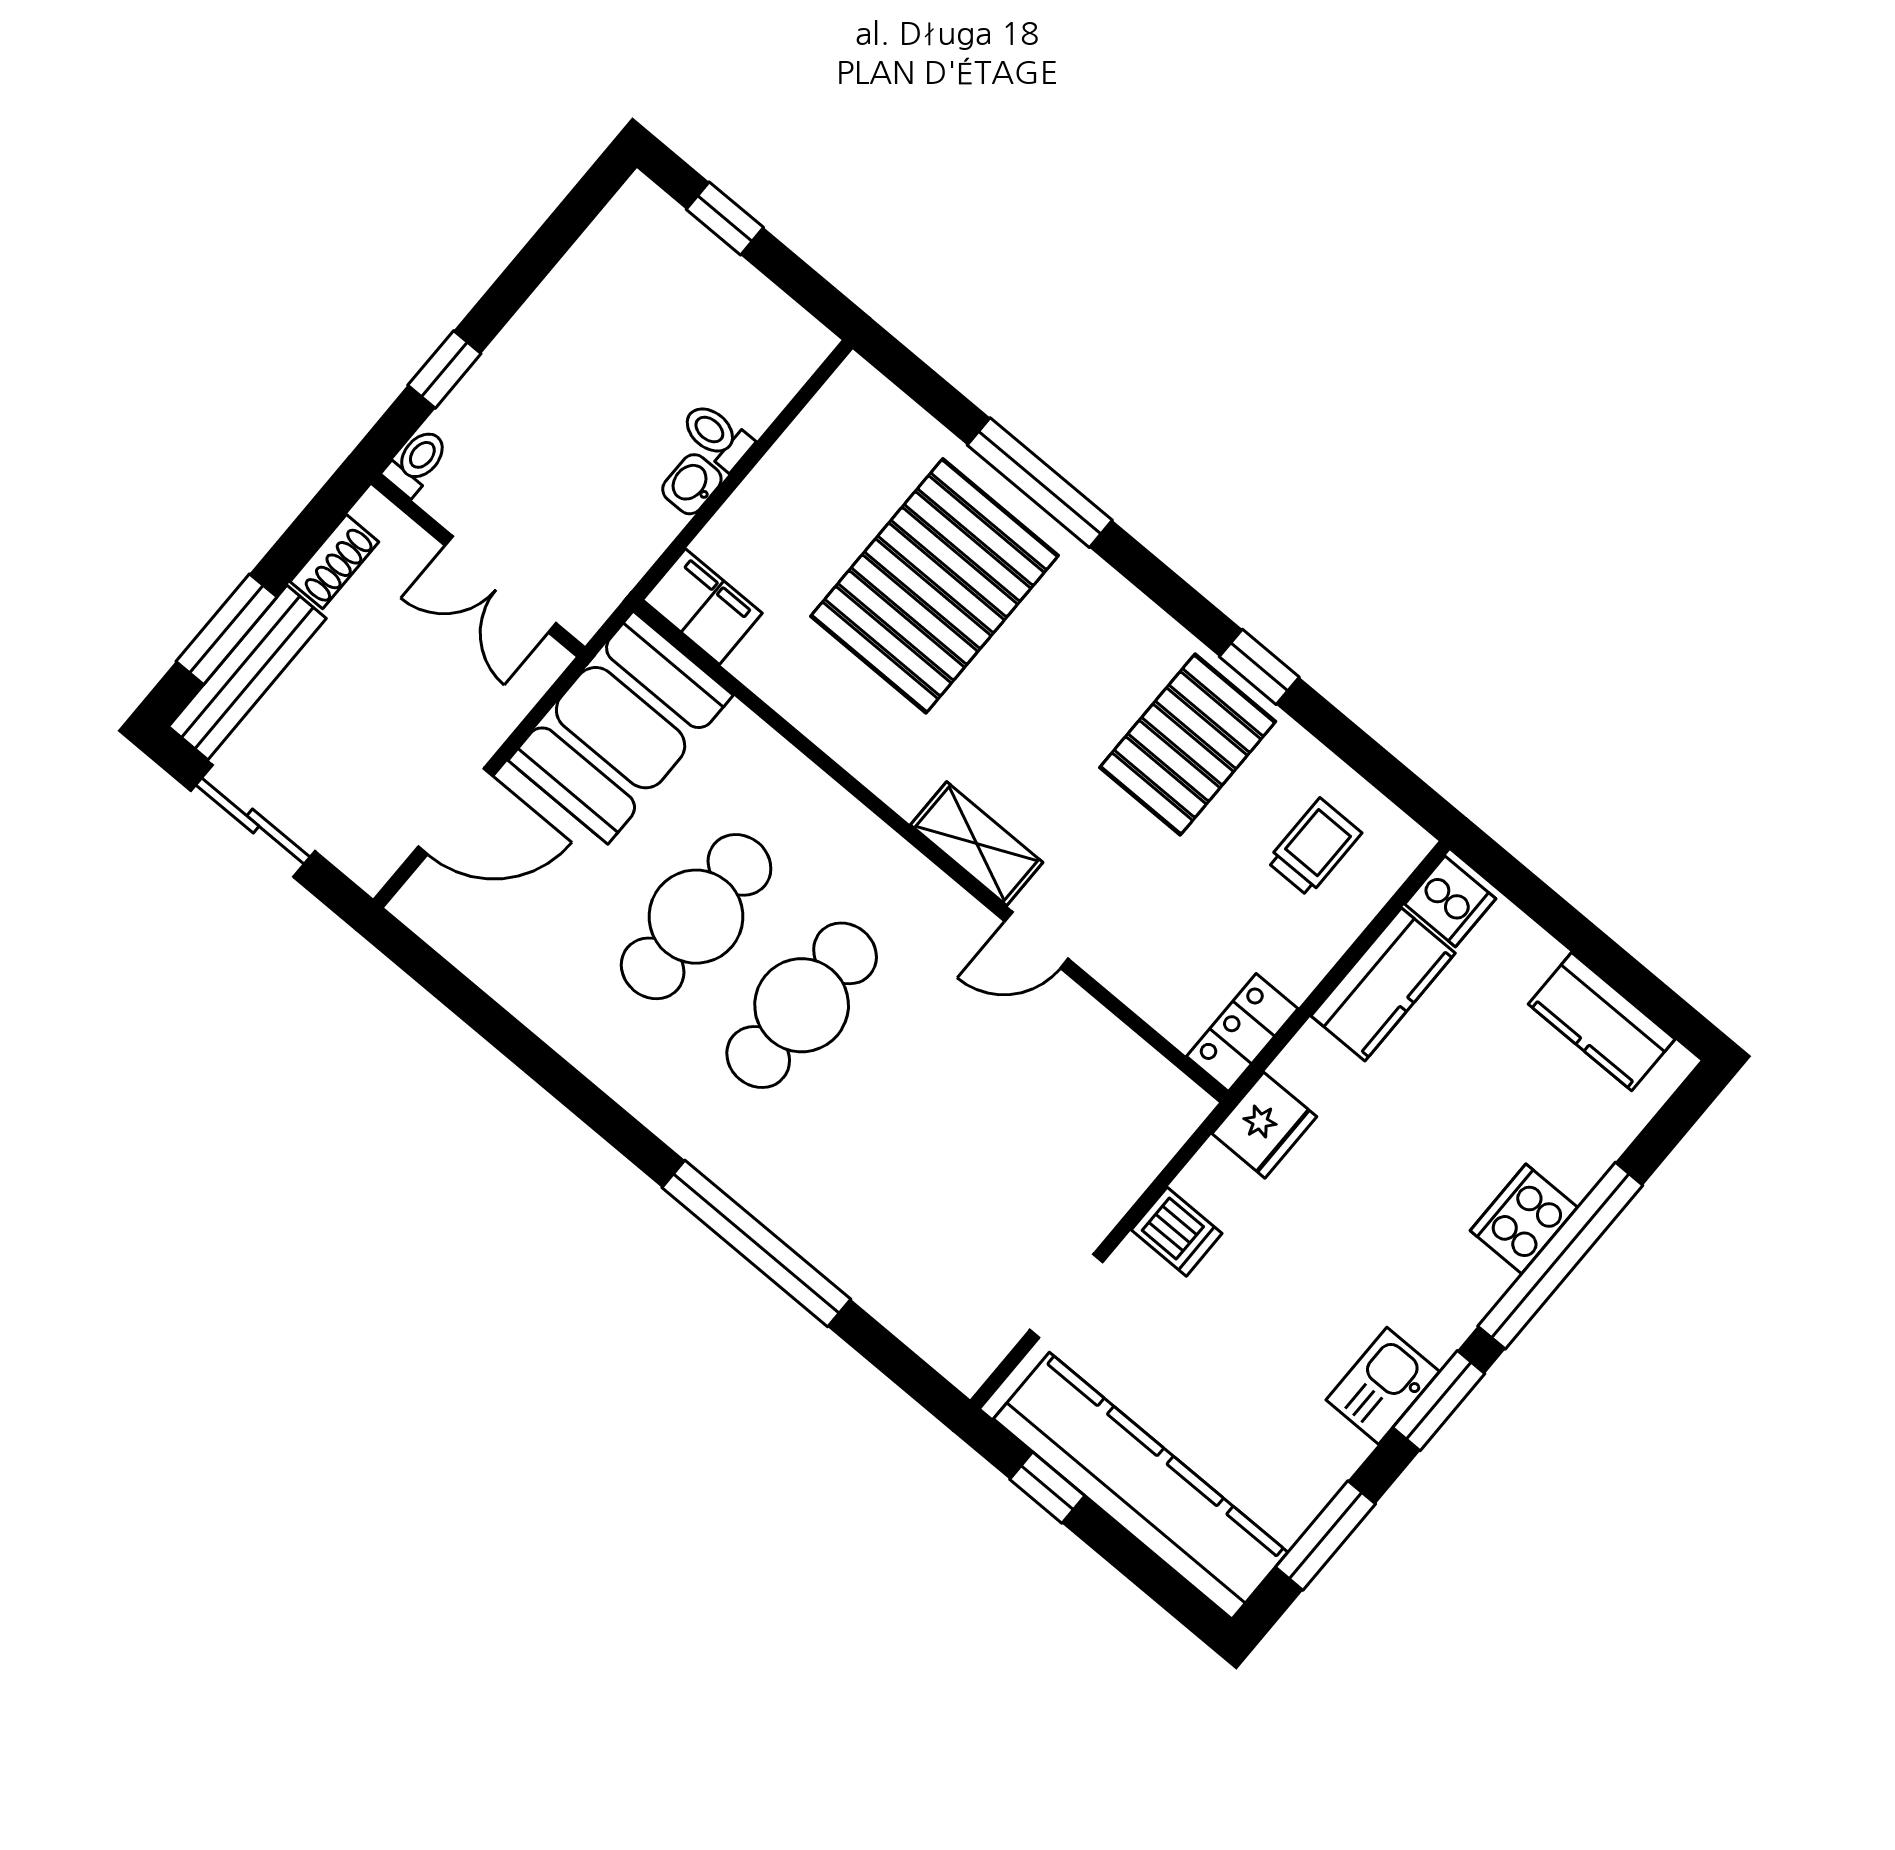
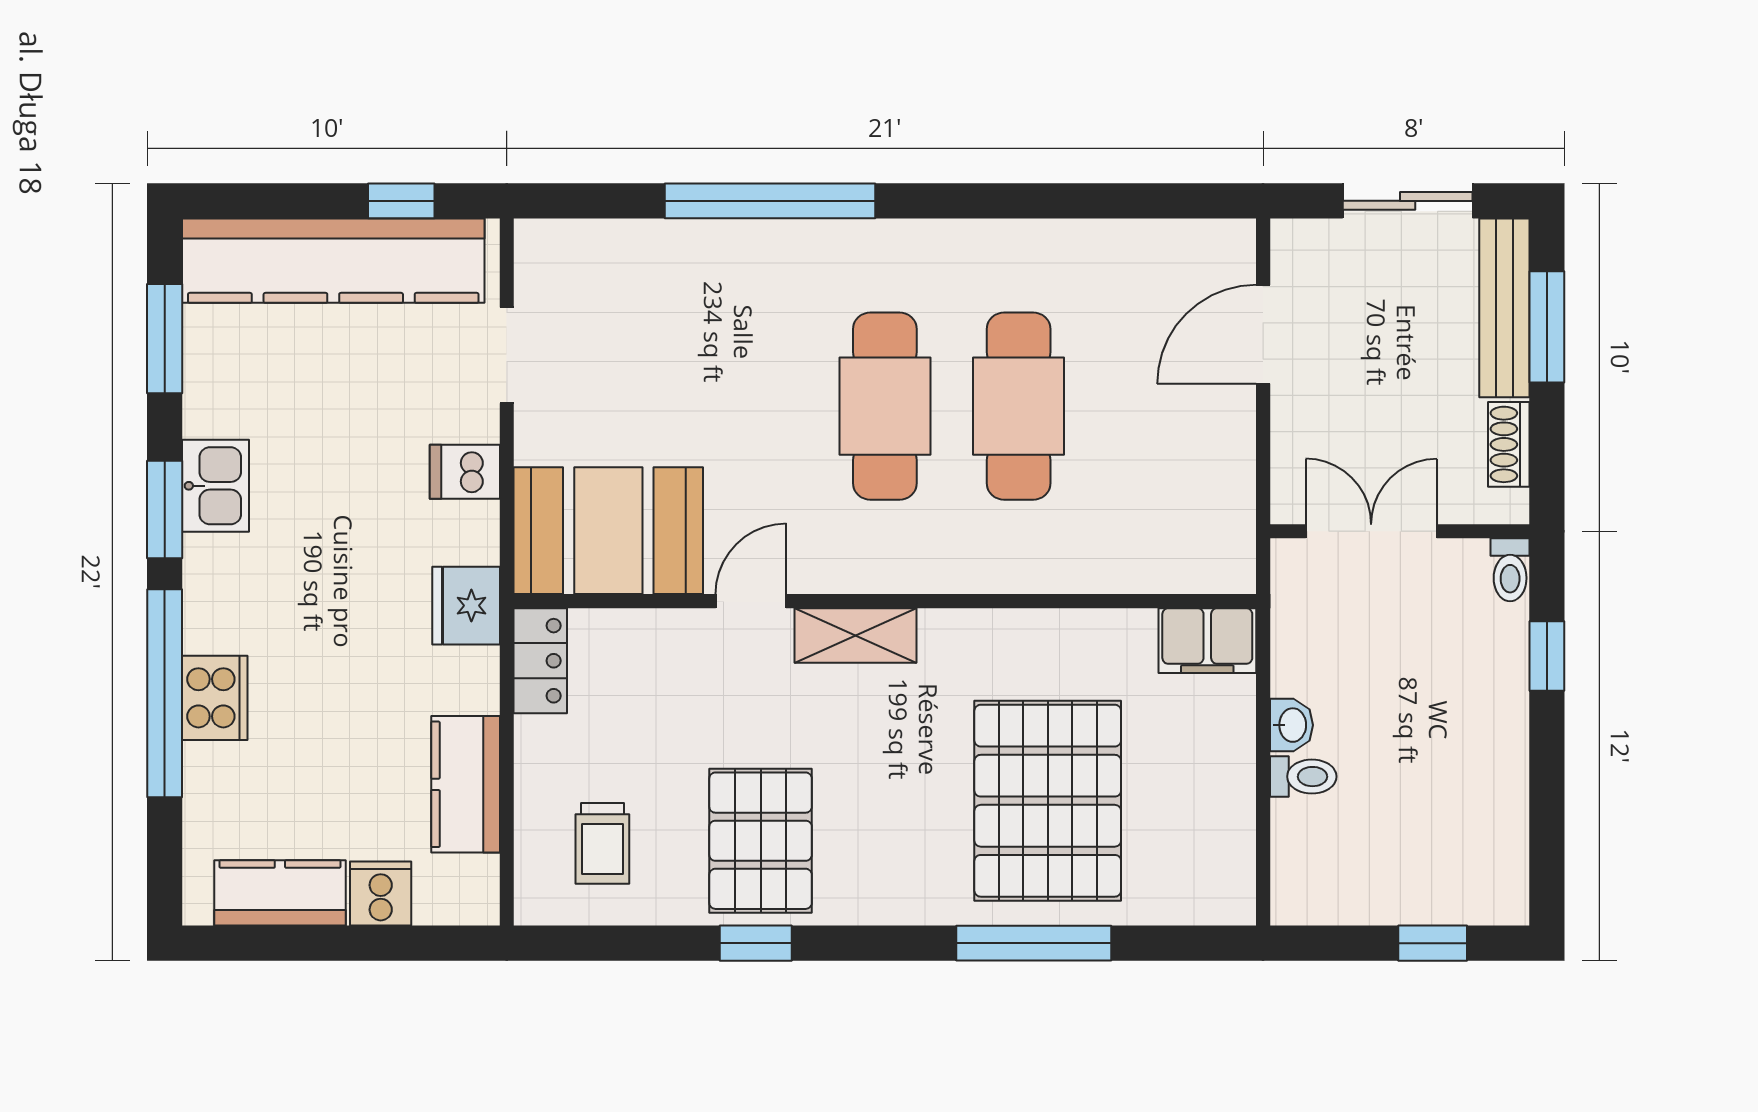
booth: (621, 728) -> (608, 531), moved, turned 90
cooker: (1450, 901) -> (381, 893), moved, turned 90

